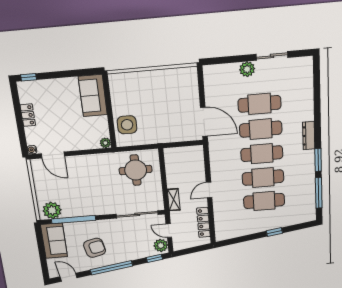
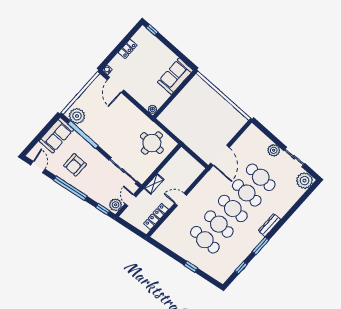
plant: (303, 67) -> (305, 181), added
side table: (127, 125) -> (176, 112), removed
window: (319, 193) -> (241, 268), width x0.46
armchair: (95, 248) -> (75, 165), turned 103

